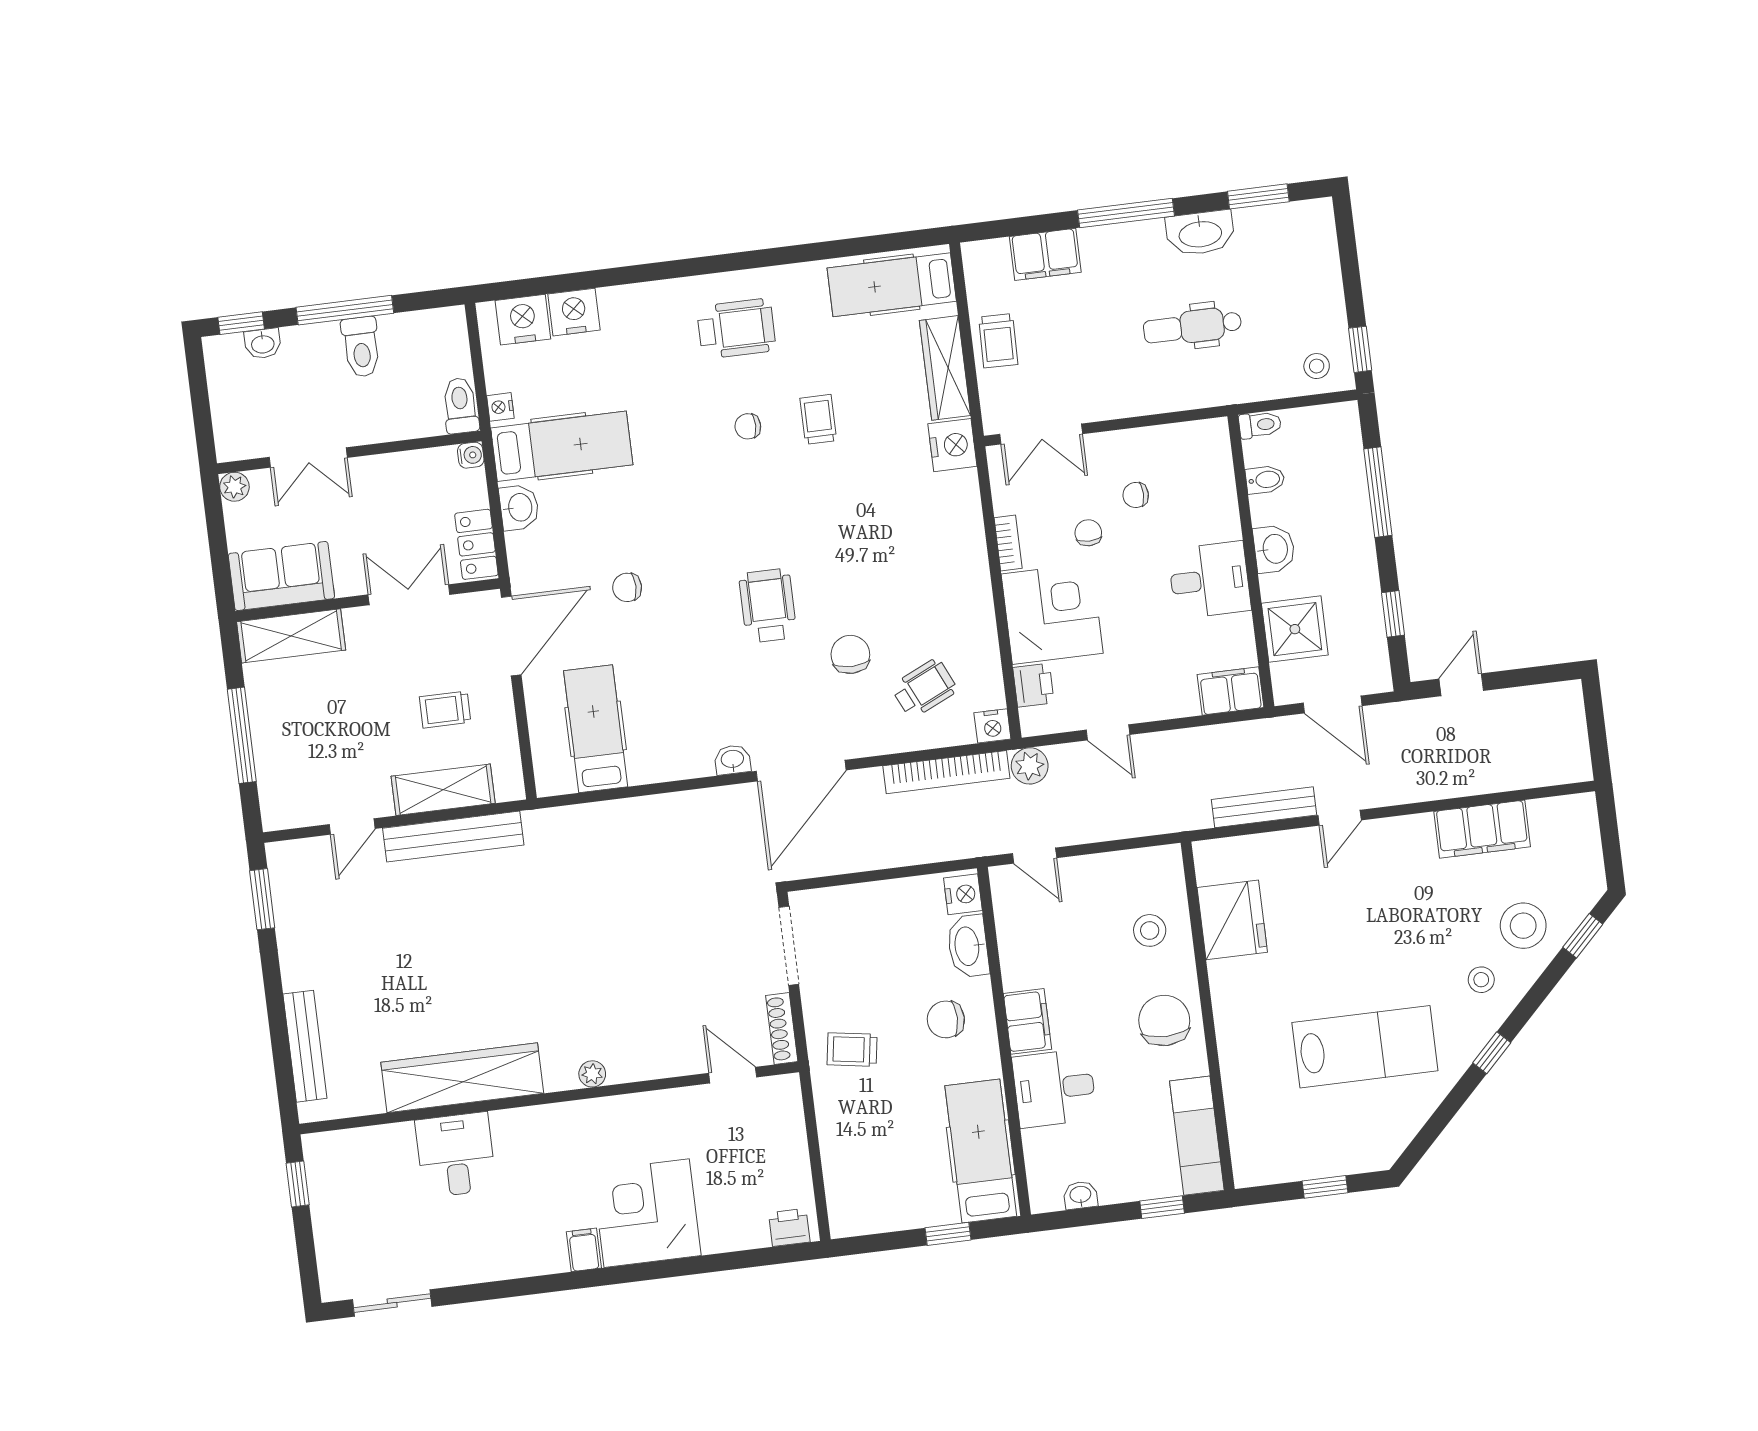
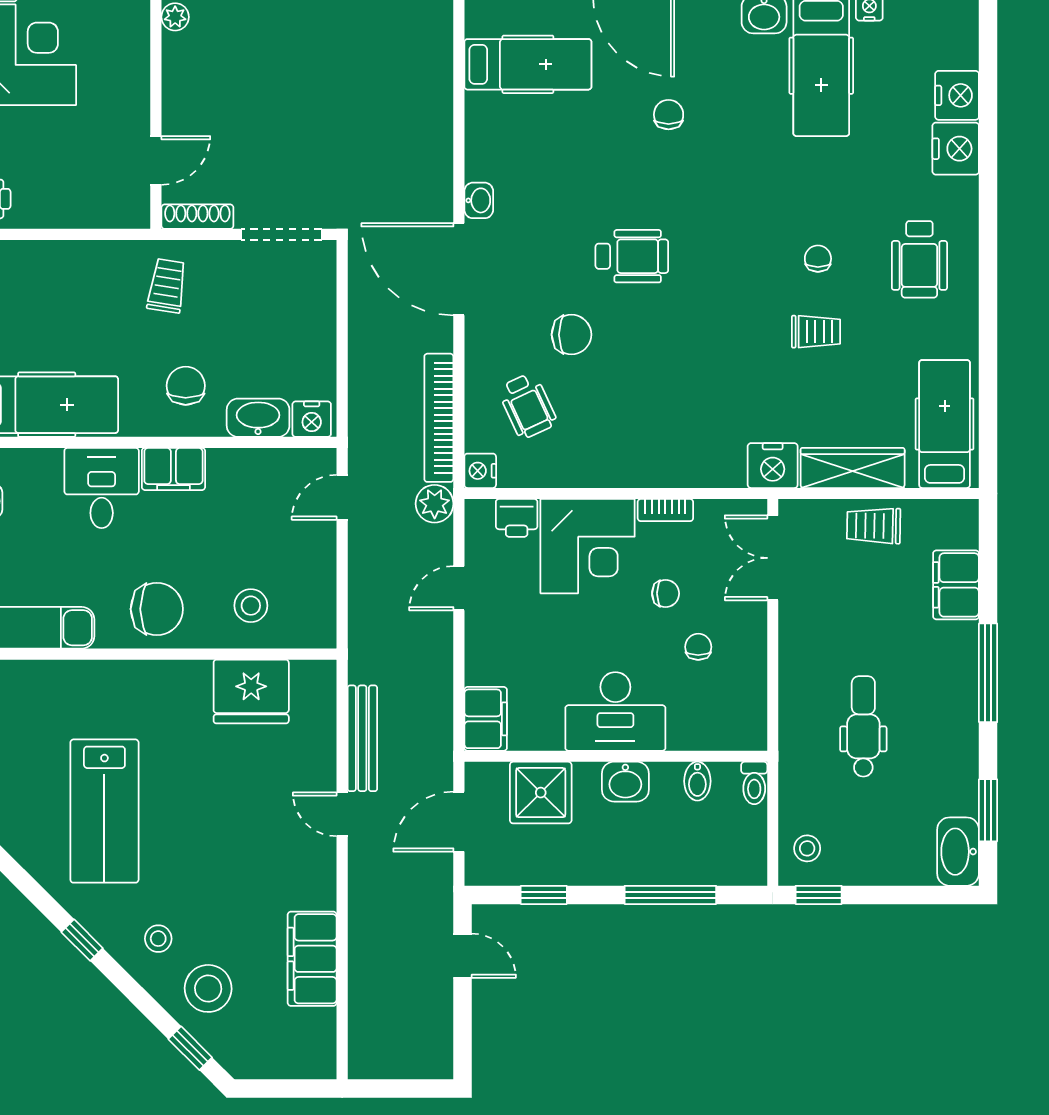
washbasin: (1200, 233) -> (958, 852), moved
nightstand: (523, 320) -> (956, 149), moved
desk: (1209, 580) -> (615, 711), width x1.37

